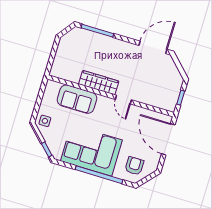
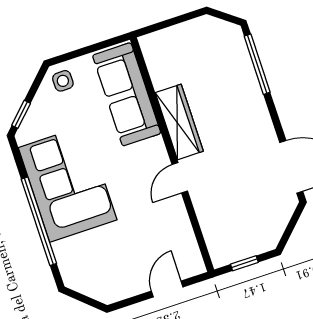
sofa: (77, 99) -> (127, 94), width x1.36
door: (168, 139) -> (167, 289), width x0.53
armchair: (134, 166) -> (90, 266), removed

